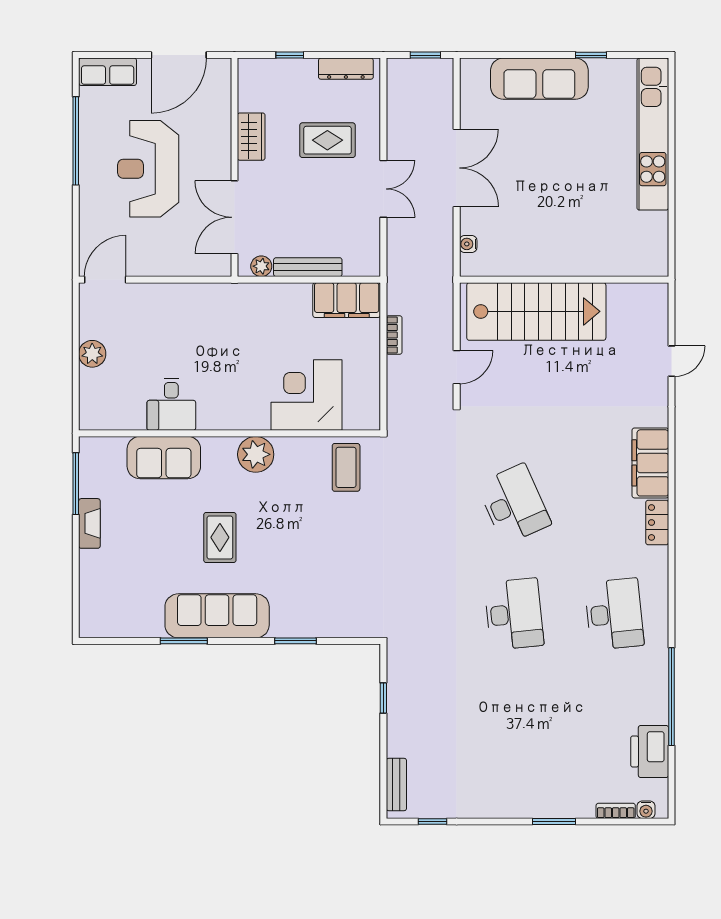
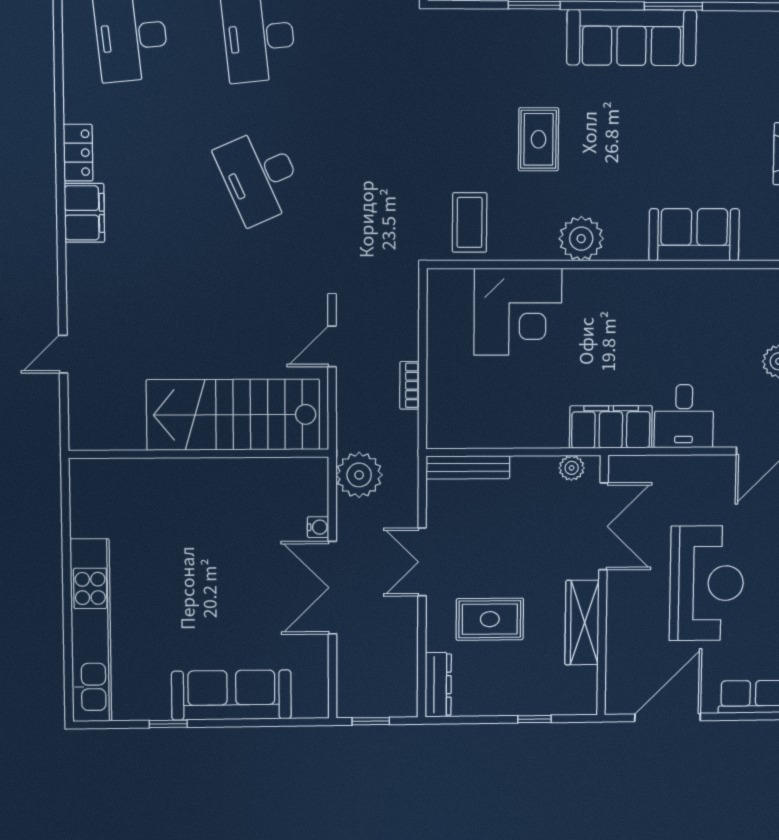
dresser: (346, 69) -> (438, 685), moved, turned 90
wardrobe: (251, 137) -> (582, 623), width x1.50
water cooler: (468, 244) -> (318, 527), moved
plant: (435, 261) -> (359, 475), added
bench: (308, 267) -> (468, 467), moved
filing cabinet: (347, 300) -> (611, 427), moved
desk: (171, 404) -> (684, 416), moved, turned 180
filing cabinet: (650, 463) -> (84, 213), width x0.67, depth x0.86
rug: (220, 537) -> (539, 139), moved

